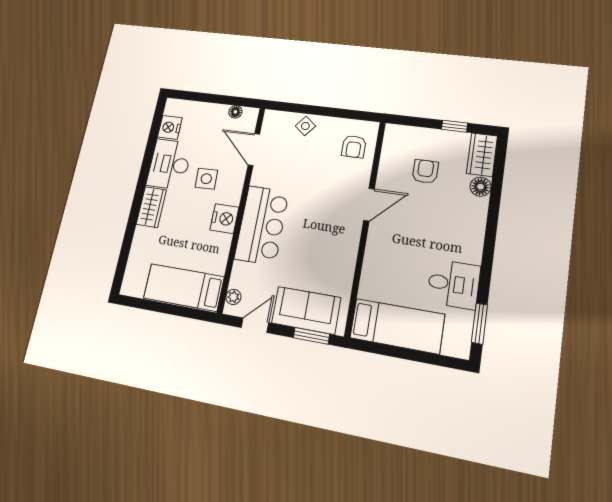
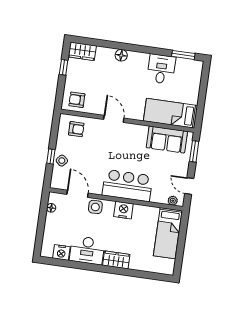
window: (312, 110) -> (51, 156), added
door: (254, 150) -> (77, 194), swing flipped
armchair: (425, 171) -> (77, 100), moved
side table: (206, 179) -> (95, 207), moved
floor lamp: (481, 187) -> (121, 55), moved
sofa: (306, 310) -> (167, 140), moved, turned -90
bed: (397, 326) -> (170, 113), moved, turned -90

